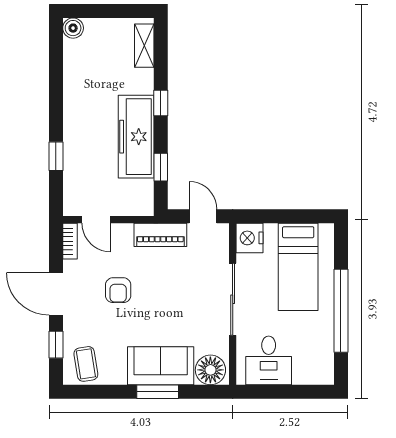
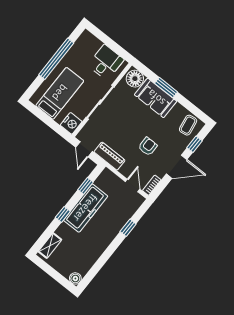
door: (56, 294) -> (177, 167), hinge flipped

